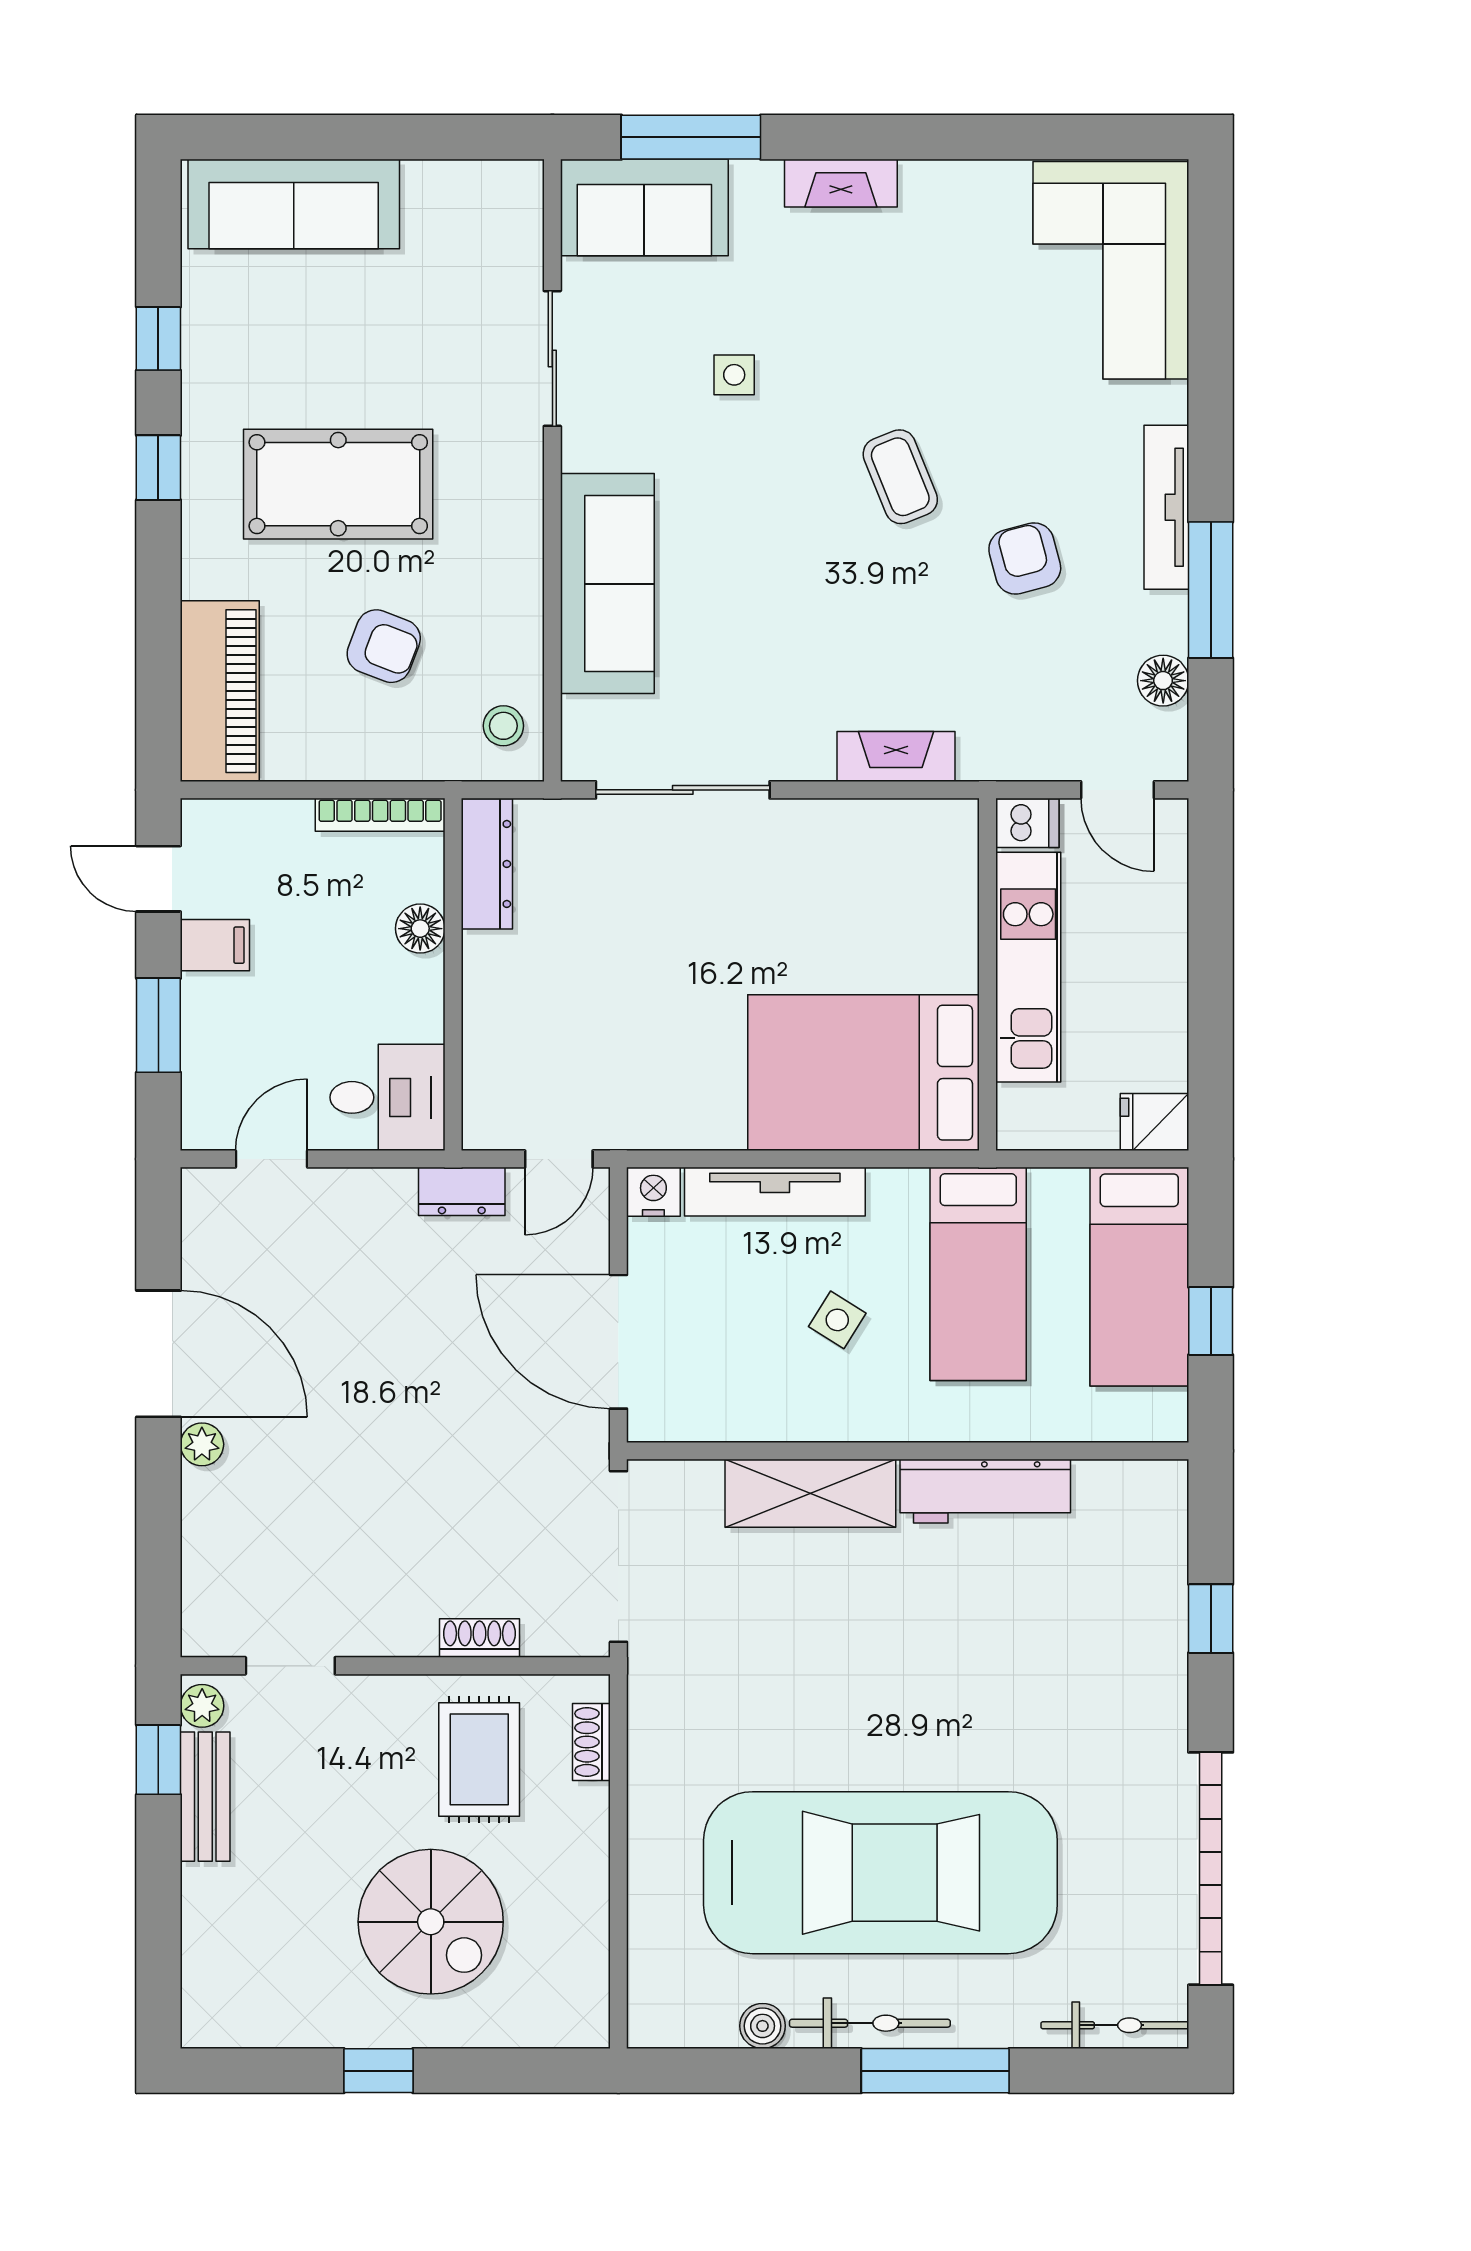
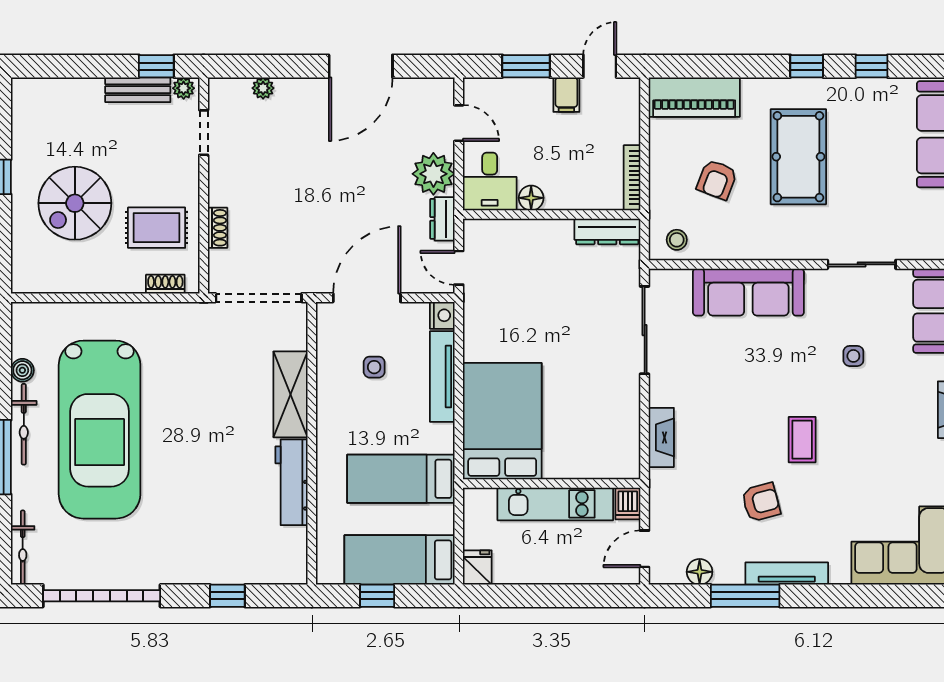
coffee table: (900, 477) -> (802, 440), turned -68
floor lamp: (420, 929) -> (531, 198), moved
plant: (372, 1209) -> (433, 174), added
side table: (837, 1320) -> (374, 367), moved, turned -32
plant: (202, 1444) -> (263, 88), moved

